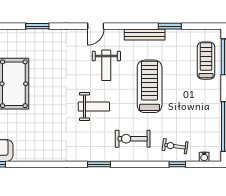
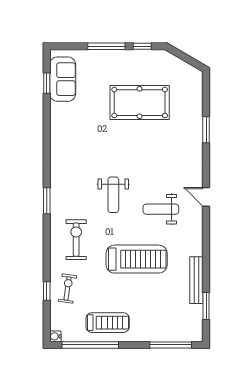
window: (170, 26) -> (206, 306), moved
bench: (145, 35) -> (196, 280), moved
treadmill: (206, 61) -> (108, 323), moved
water cooler: (204, 157) -> (55, 336), moved

